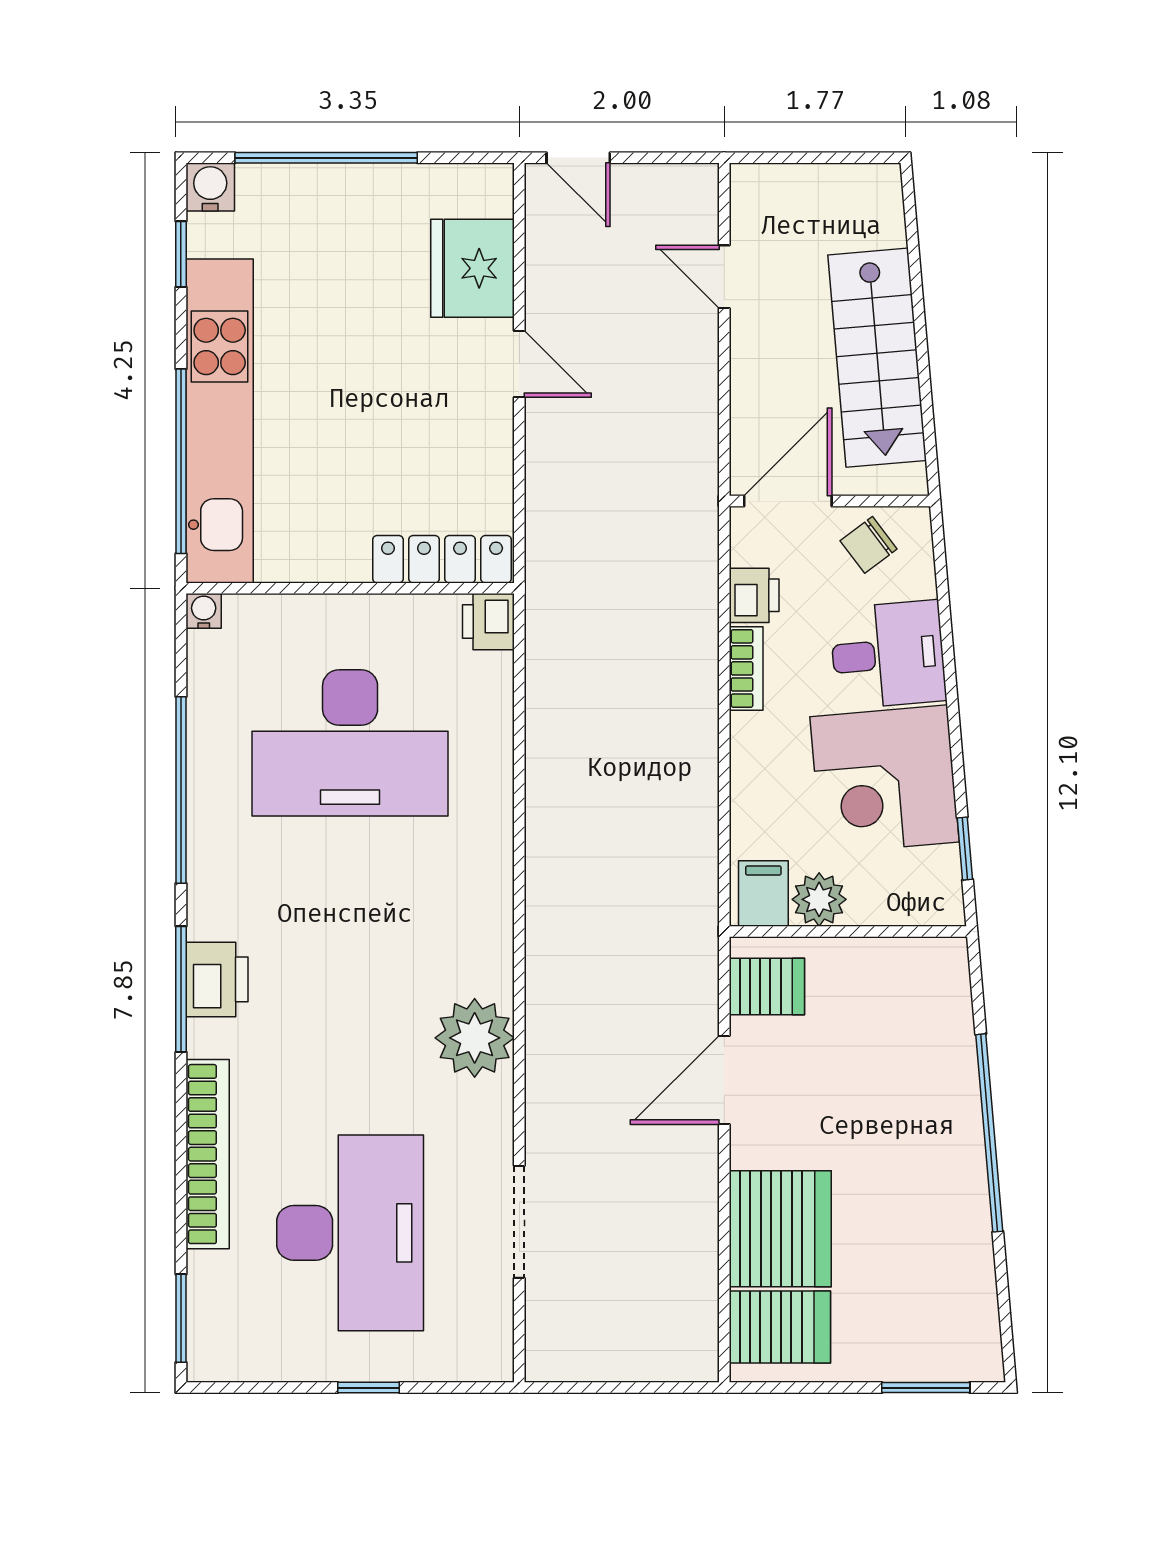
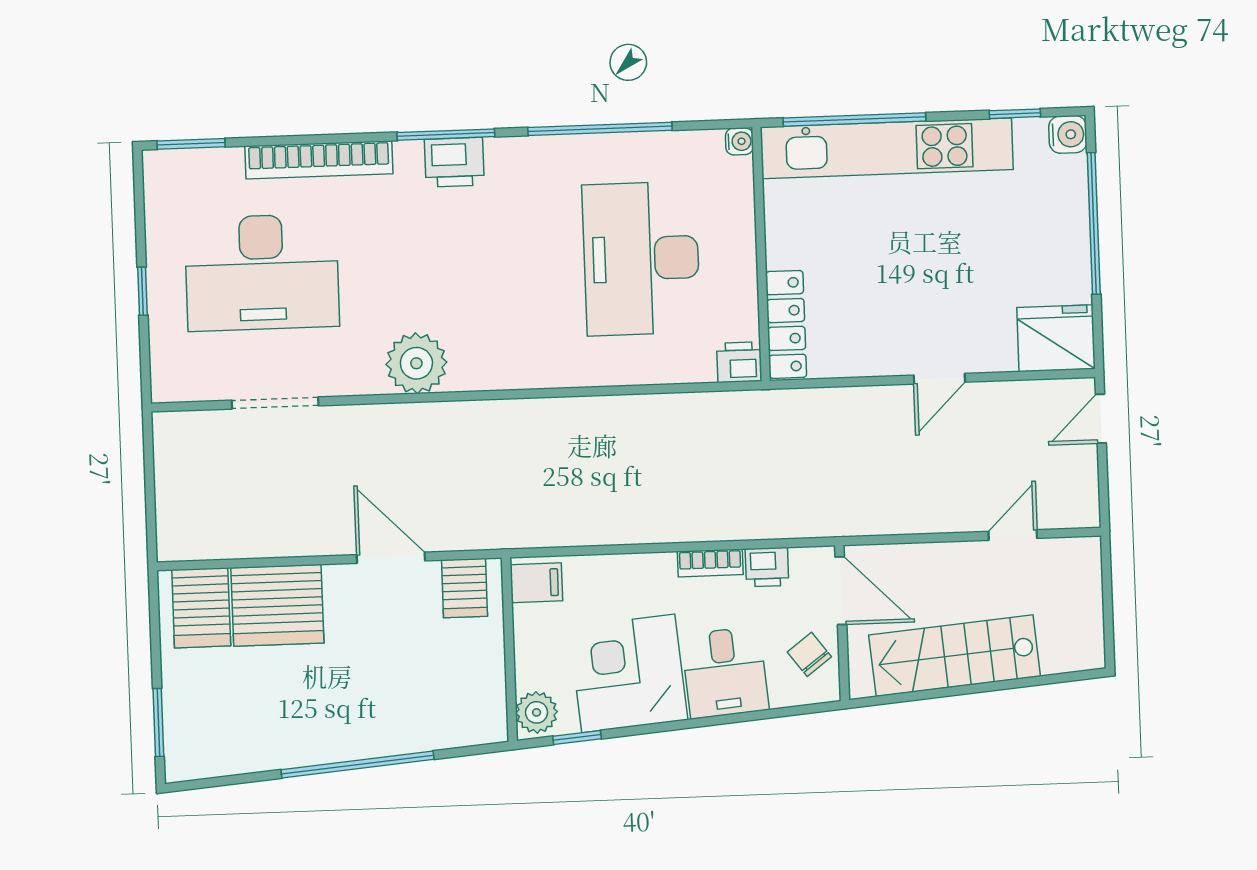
fridge: (473, 268) -> (1056, 338), moved
plant: (819, 899) -> (537, 712), moved

